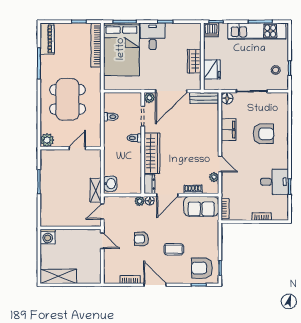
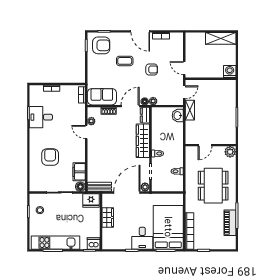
piano: (47, 39) -> (230, 223), moved
fridge: (212, 69) -> (91, 200), moved, turned -90
filing cabinet: (229, 130) -> (79, 172), moved
armchair: (263, 134) -> (50, 157), turned 90

